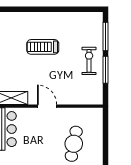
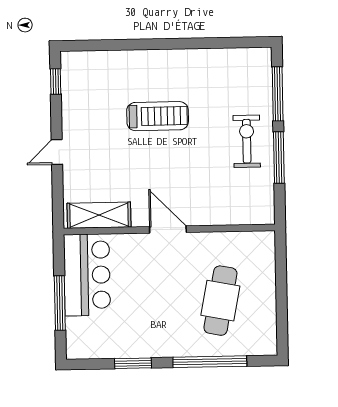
treadmill: (43, 47) -> (158, 116), turned 180

